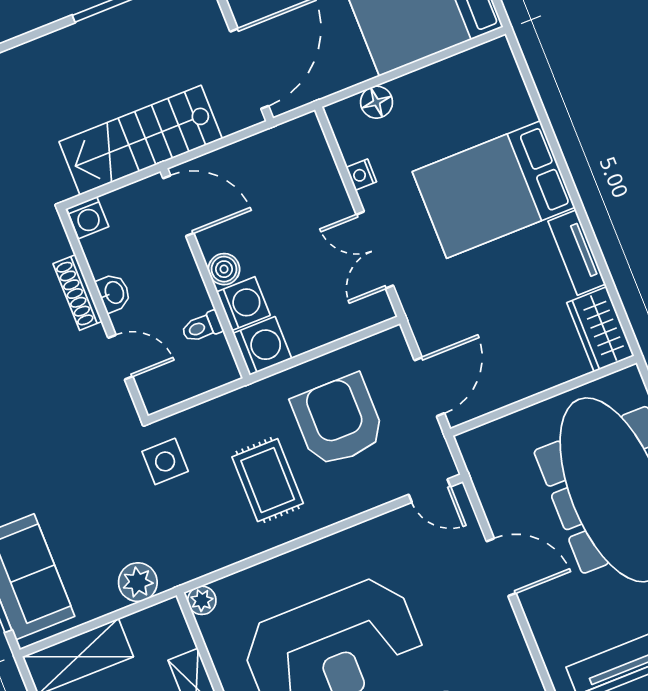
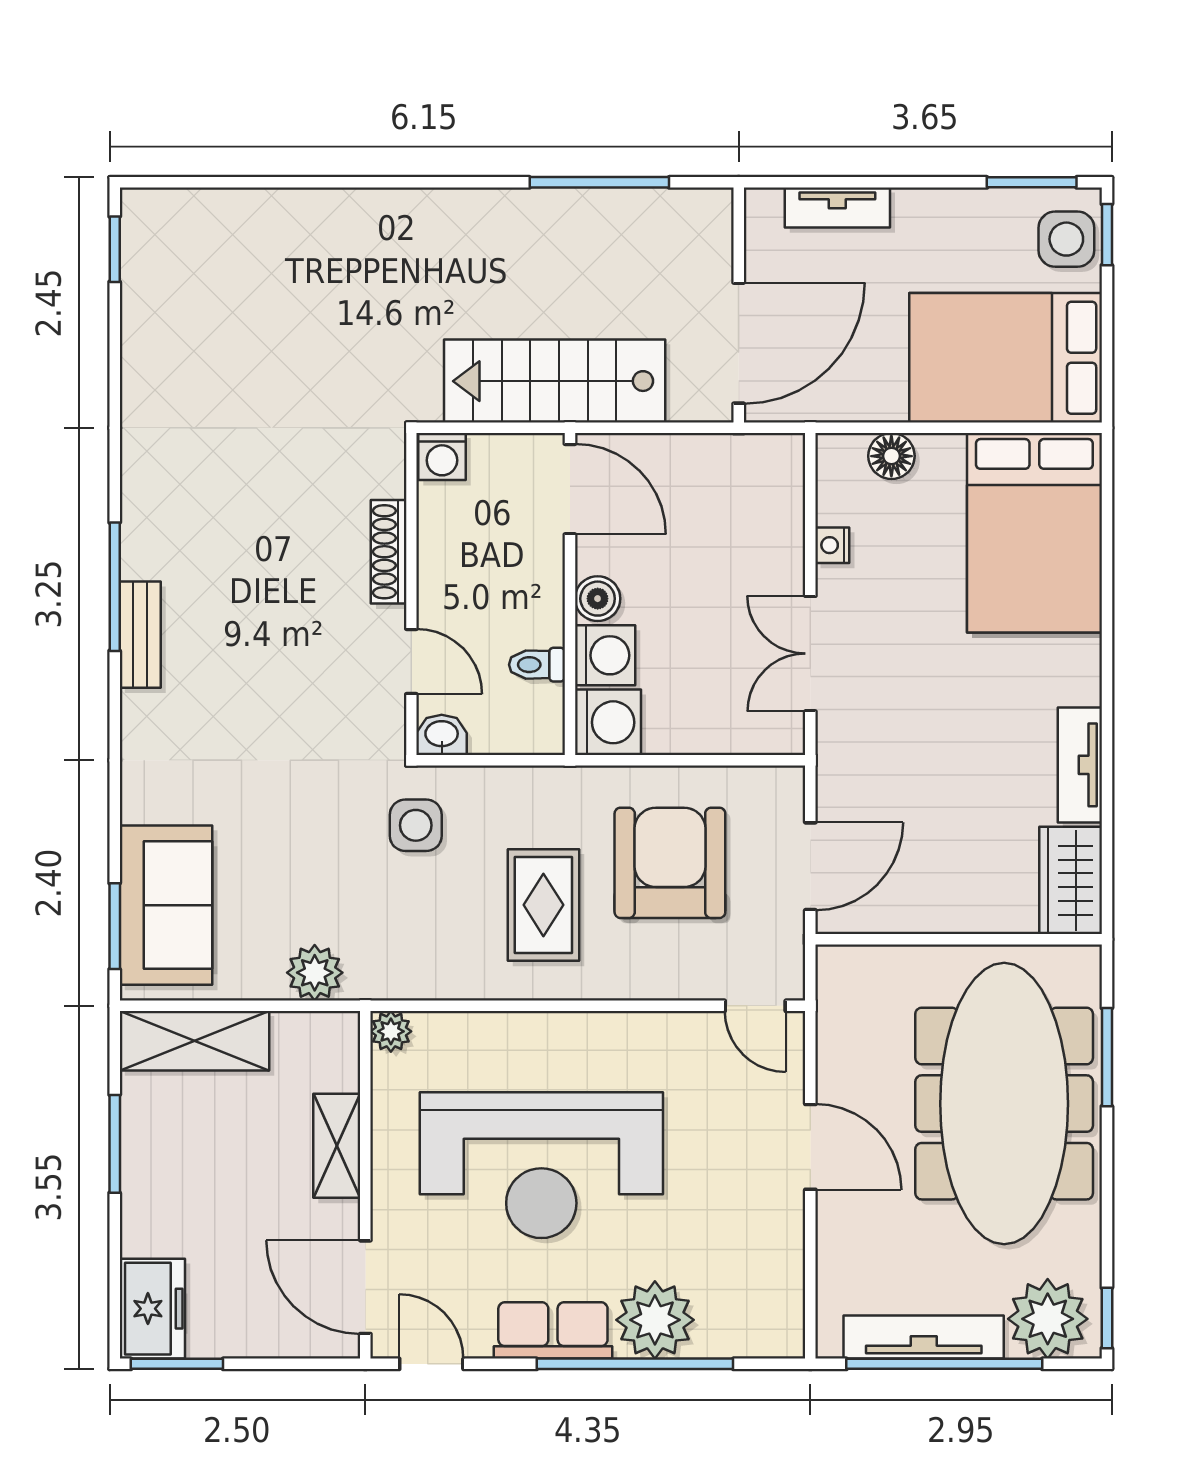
bed: (494, 190) -> (1034, 533), moved, turned -90
washbasin: (114, 293) -> (442, 735), moved, turned -90

